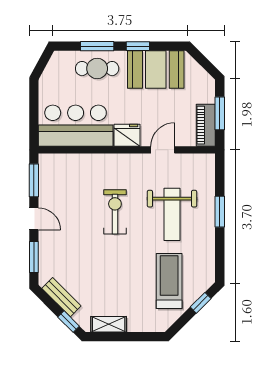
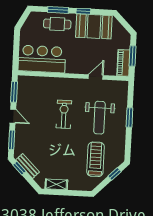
fridge: (127, 135) -> (74, 67), removed
window: (69, 322) -> (19, 168), moved

